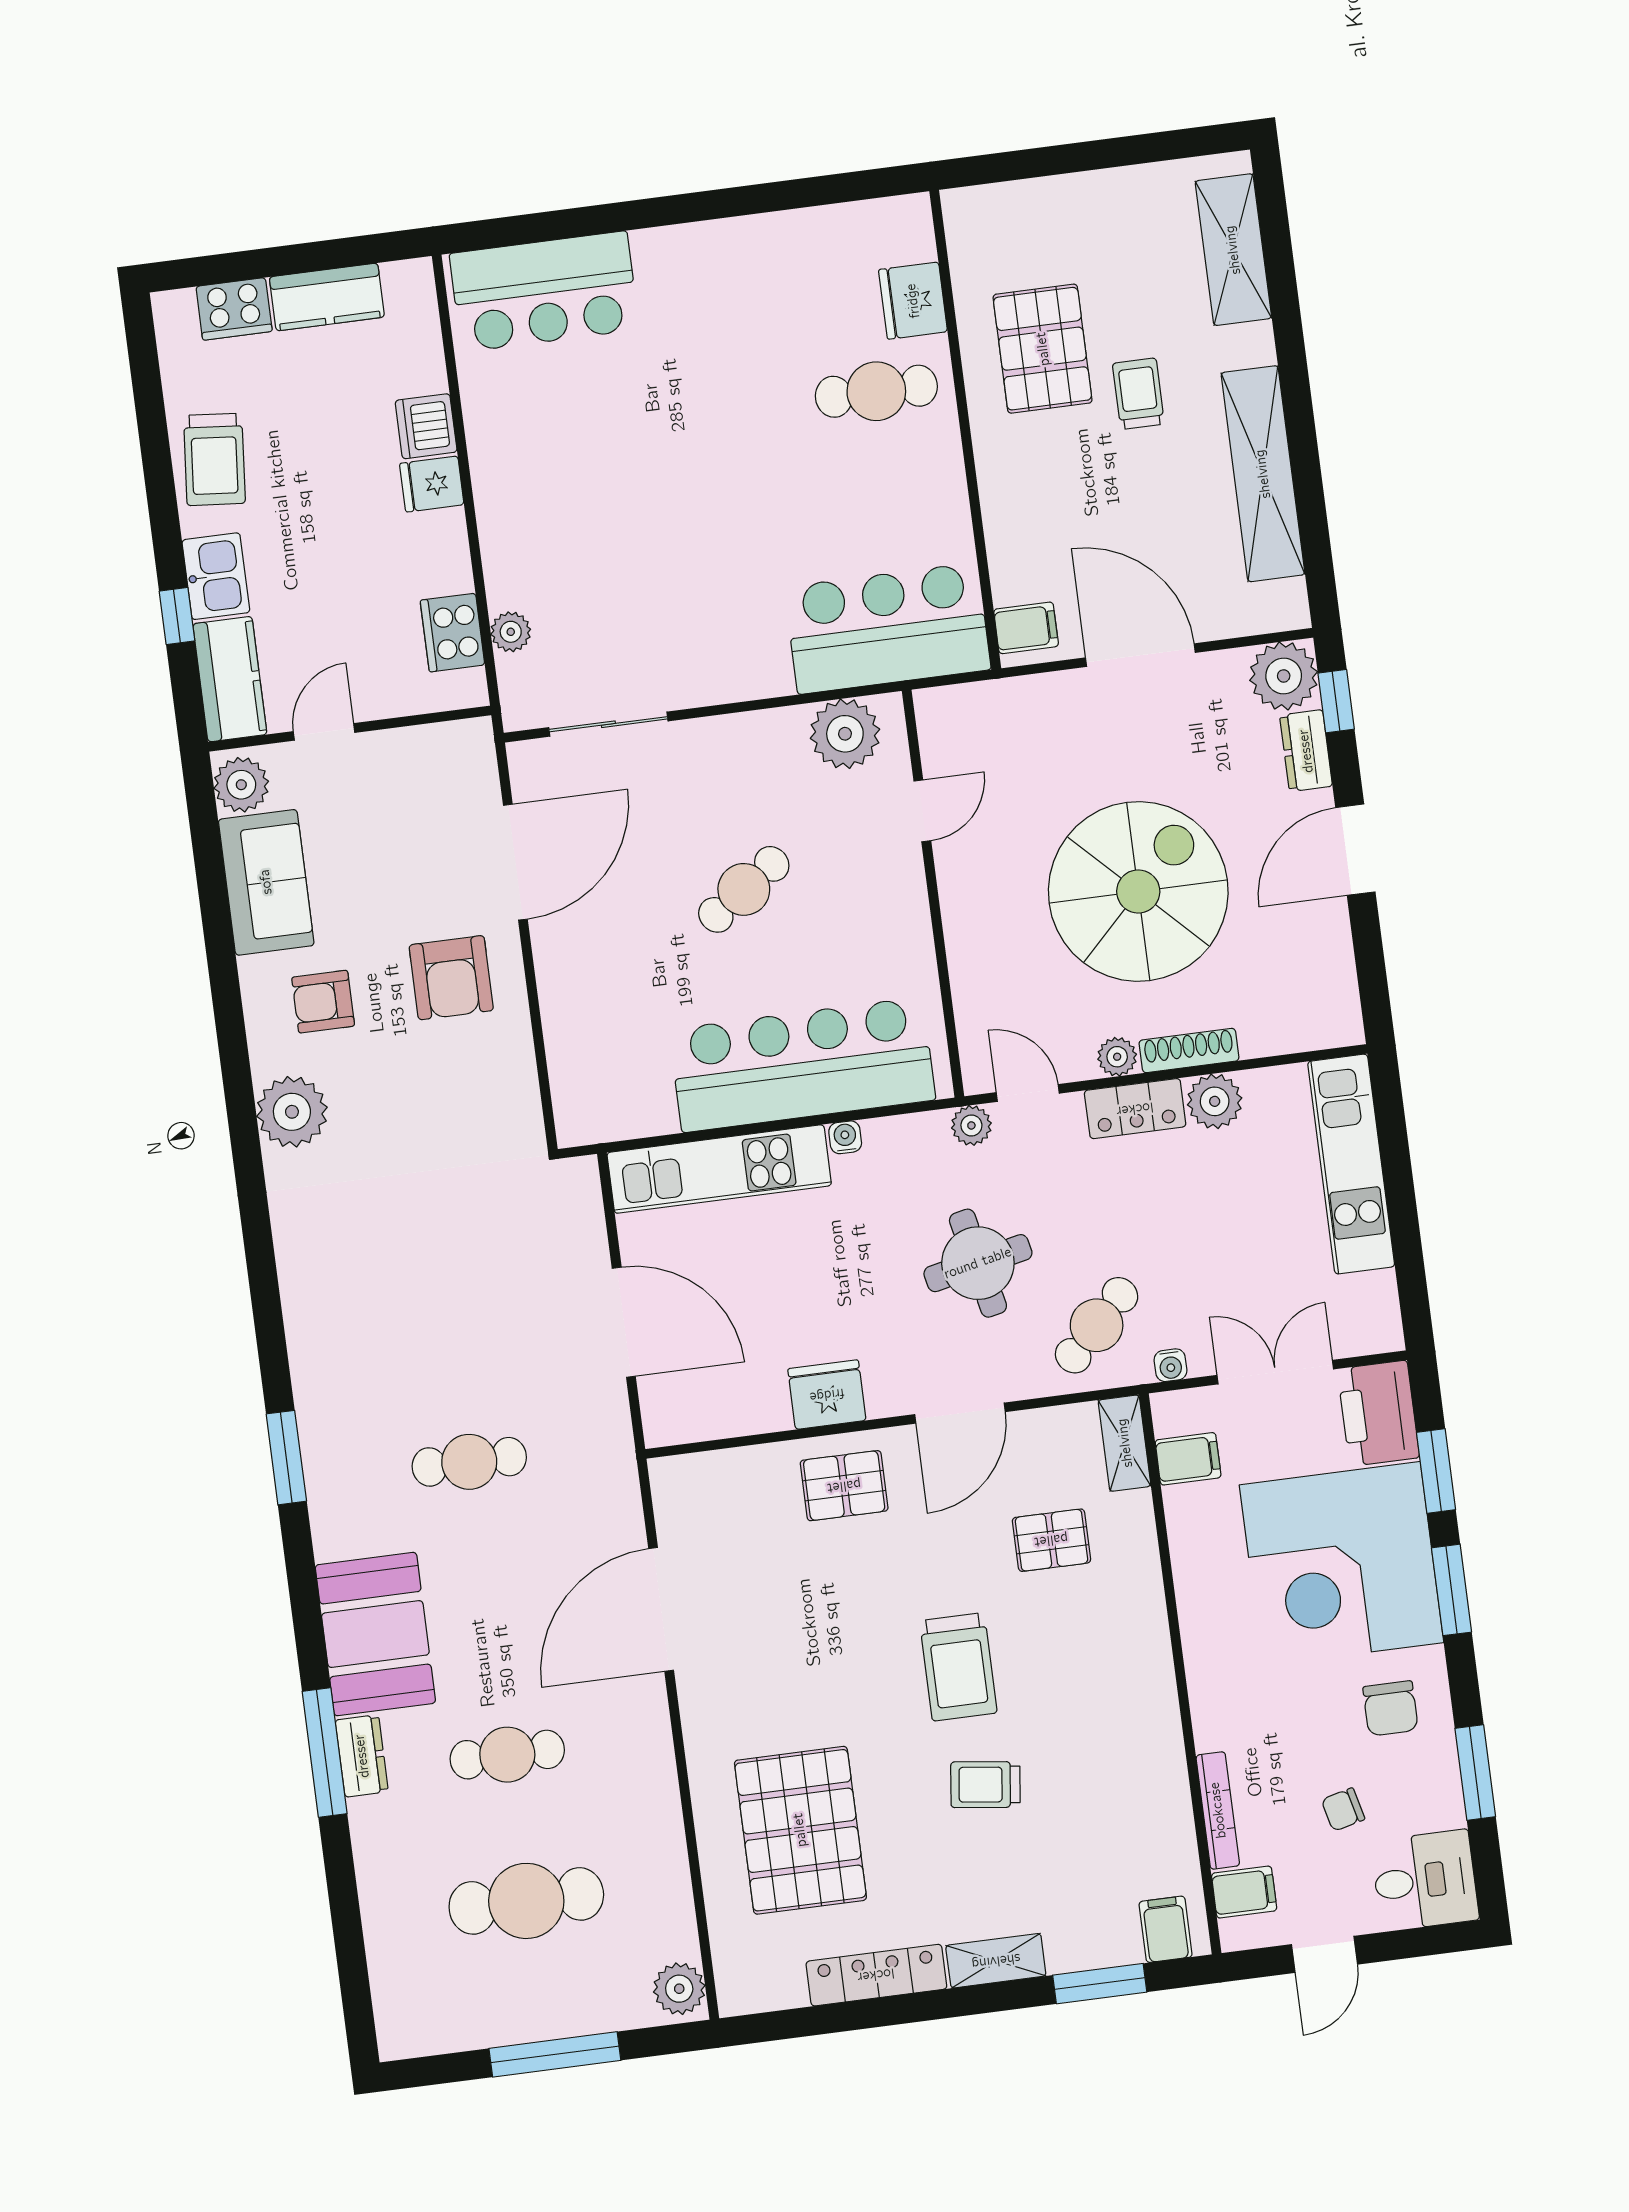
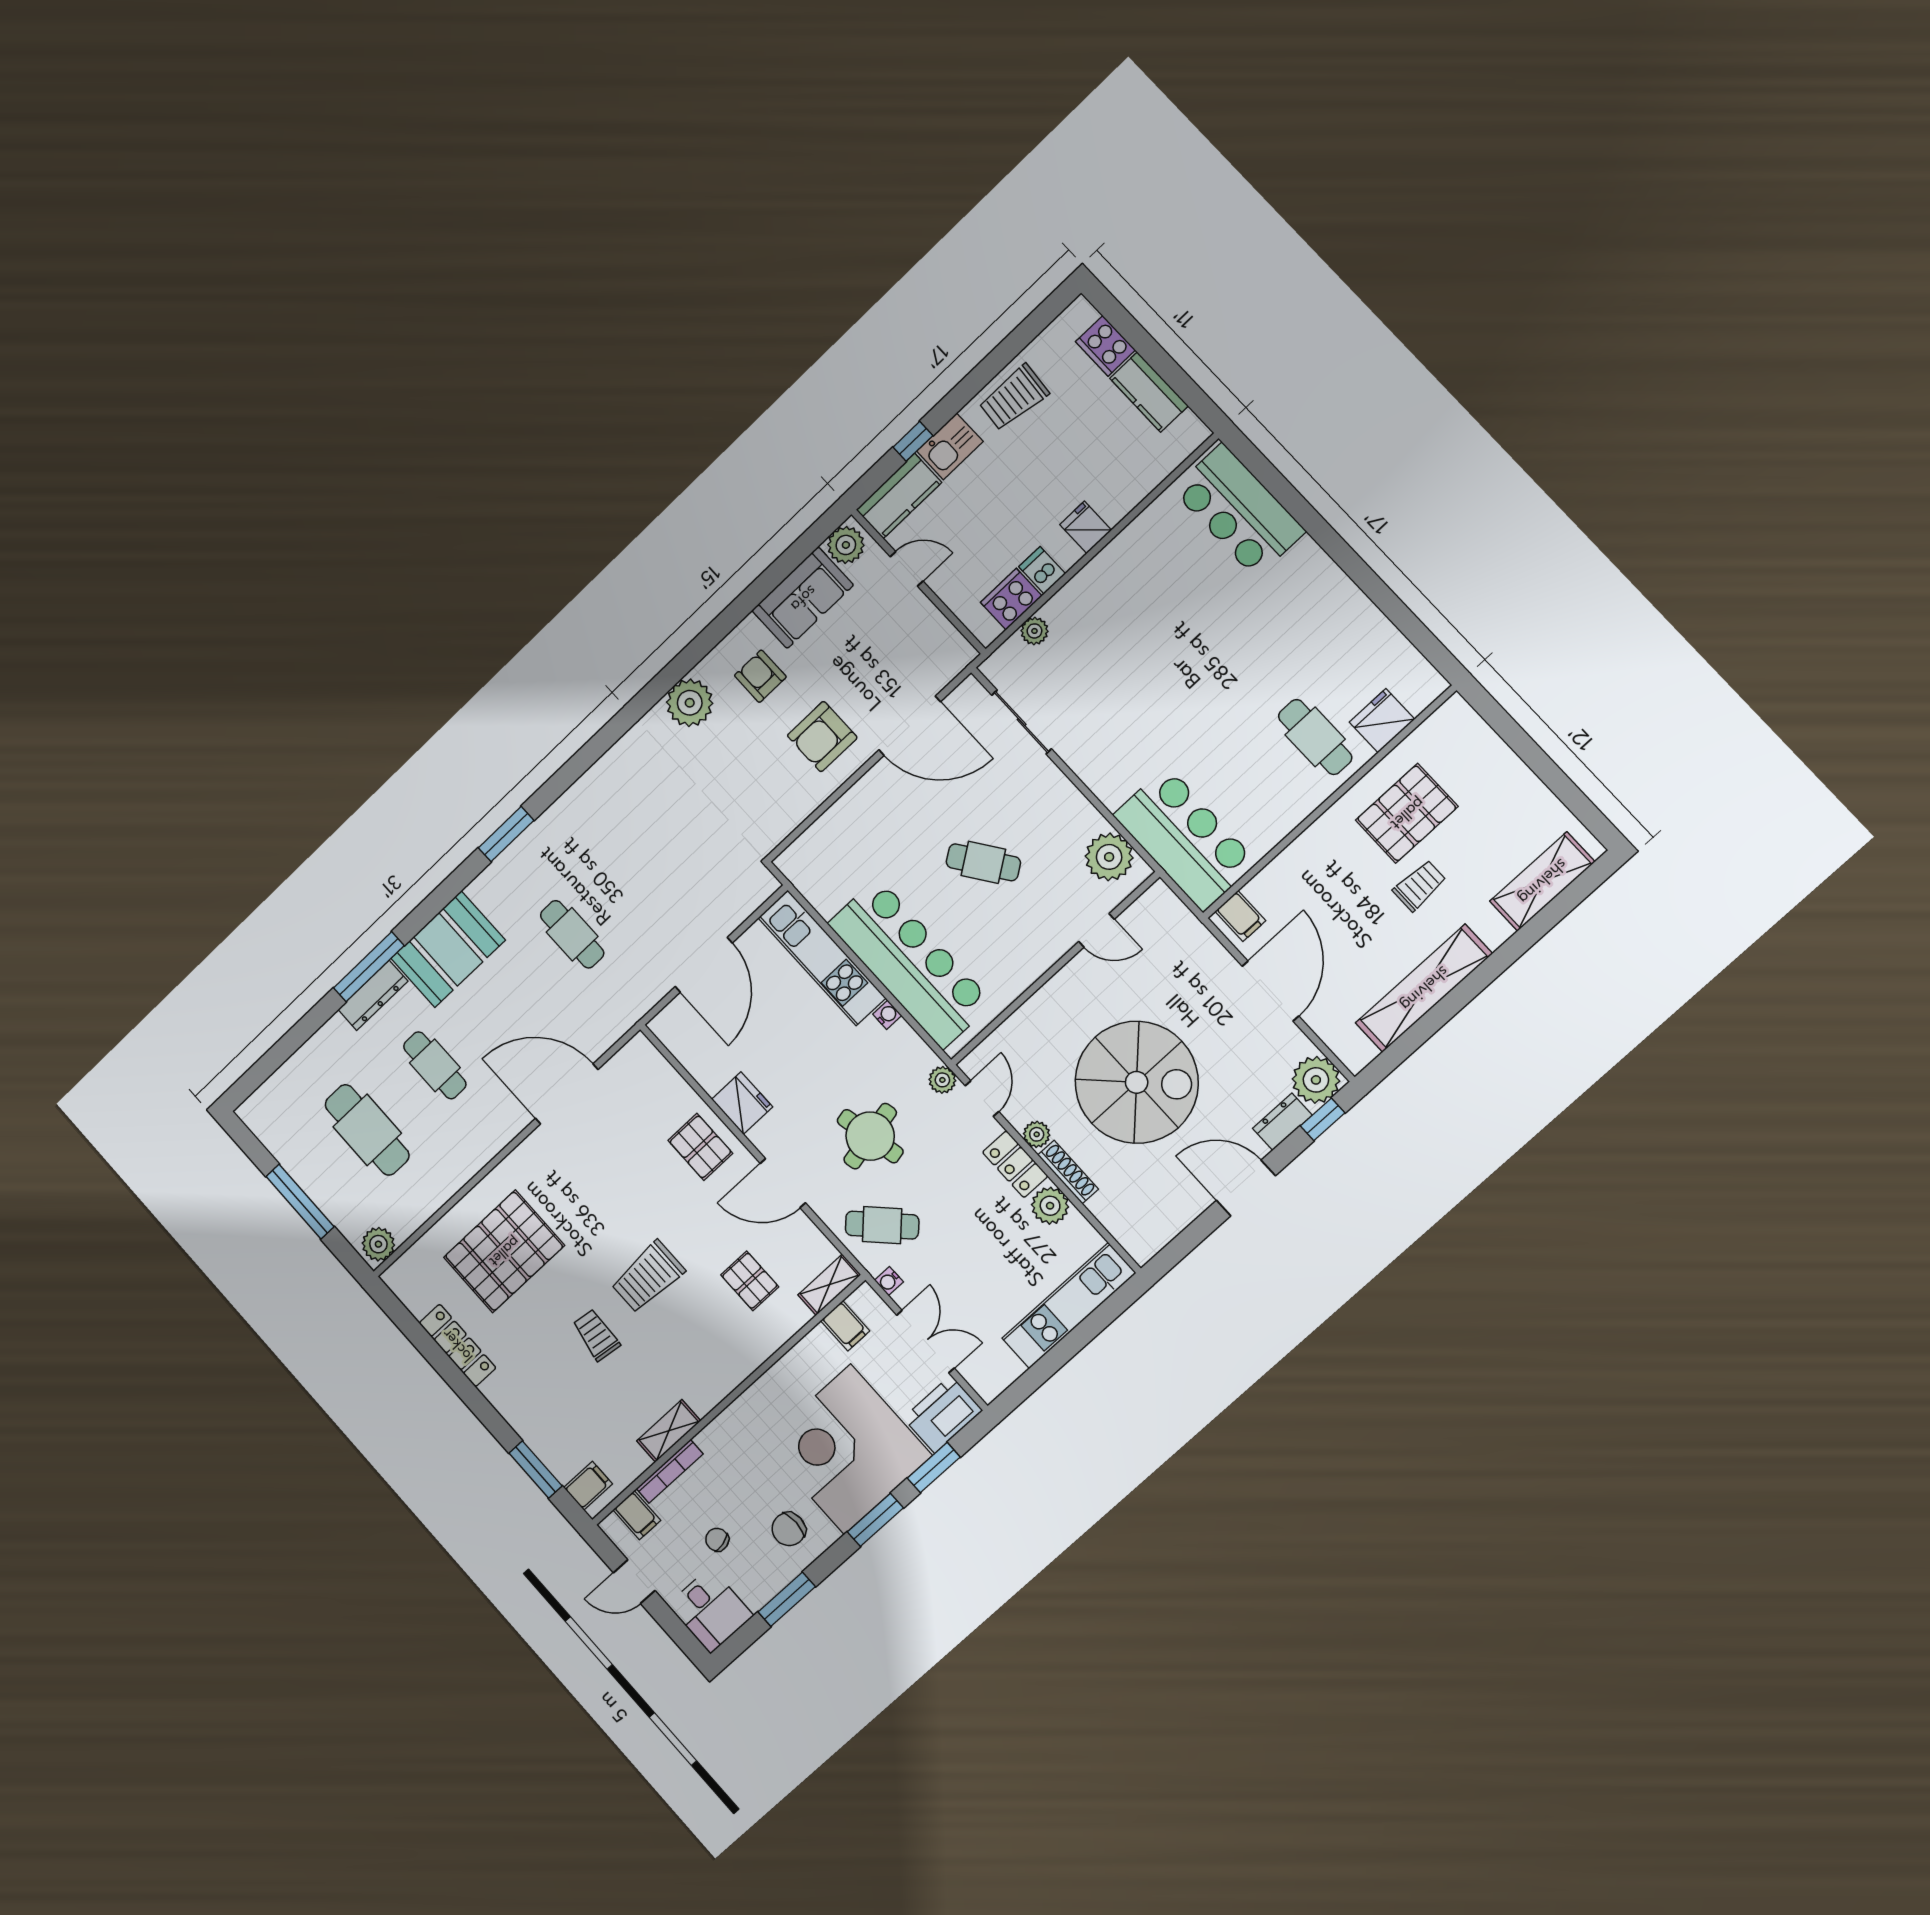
dishwasher: (426, 426) -> (1042, 570), moved, width x0.73
dresser: (362, 1756) -> (373, 995), width x1.44
shelving: (996, 1961) -> (669, 1431), moved, turned 90

